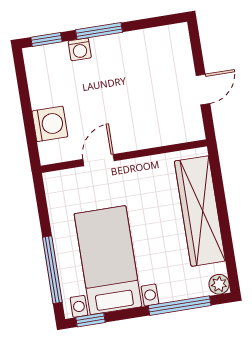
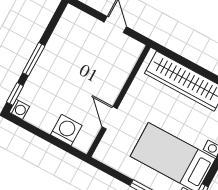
washing machine: (80, 49) -> (19, 109), moved

